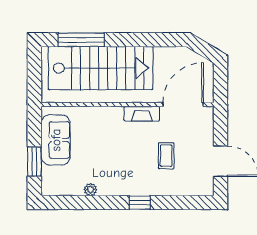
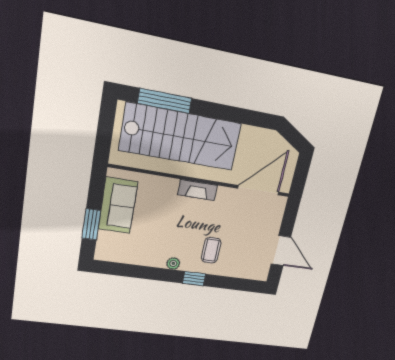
fireplace: (142, 114) -> (198, 190), moved
coffee table: (166, 156) -> (211, 250), moved
plant: (91, 189) -> (173, 263), moved

